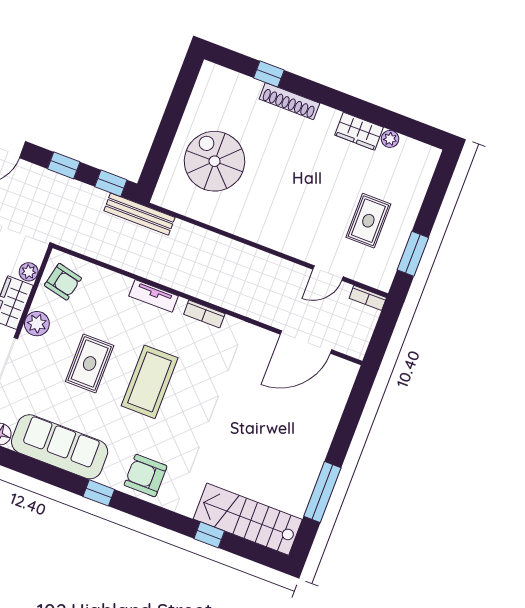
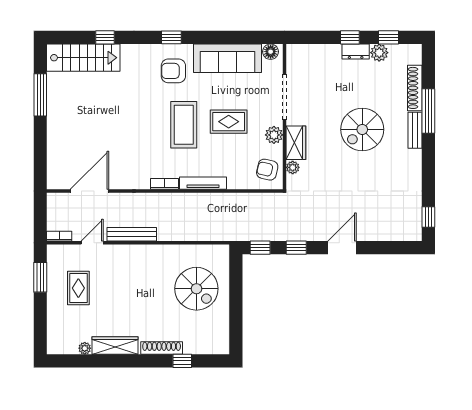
wardrobe: (359, 131) -> (115, 346), width x1.50
bench: (139, 214) -> (132, 234), moved
tv unit: (154, 296) -> (203, 183), width x1.41
rug: (90, 363) -> (229, 122), turned 90
armchair: (146, 476) -> (173, 71), moved, turned 180
window: (99, 493) -> (171, 37), moved

